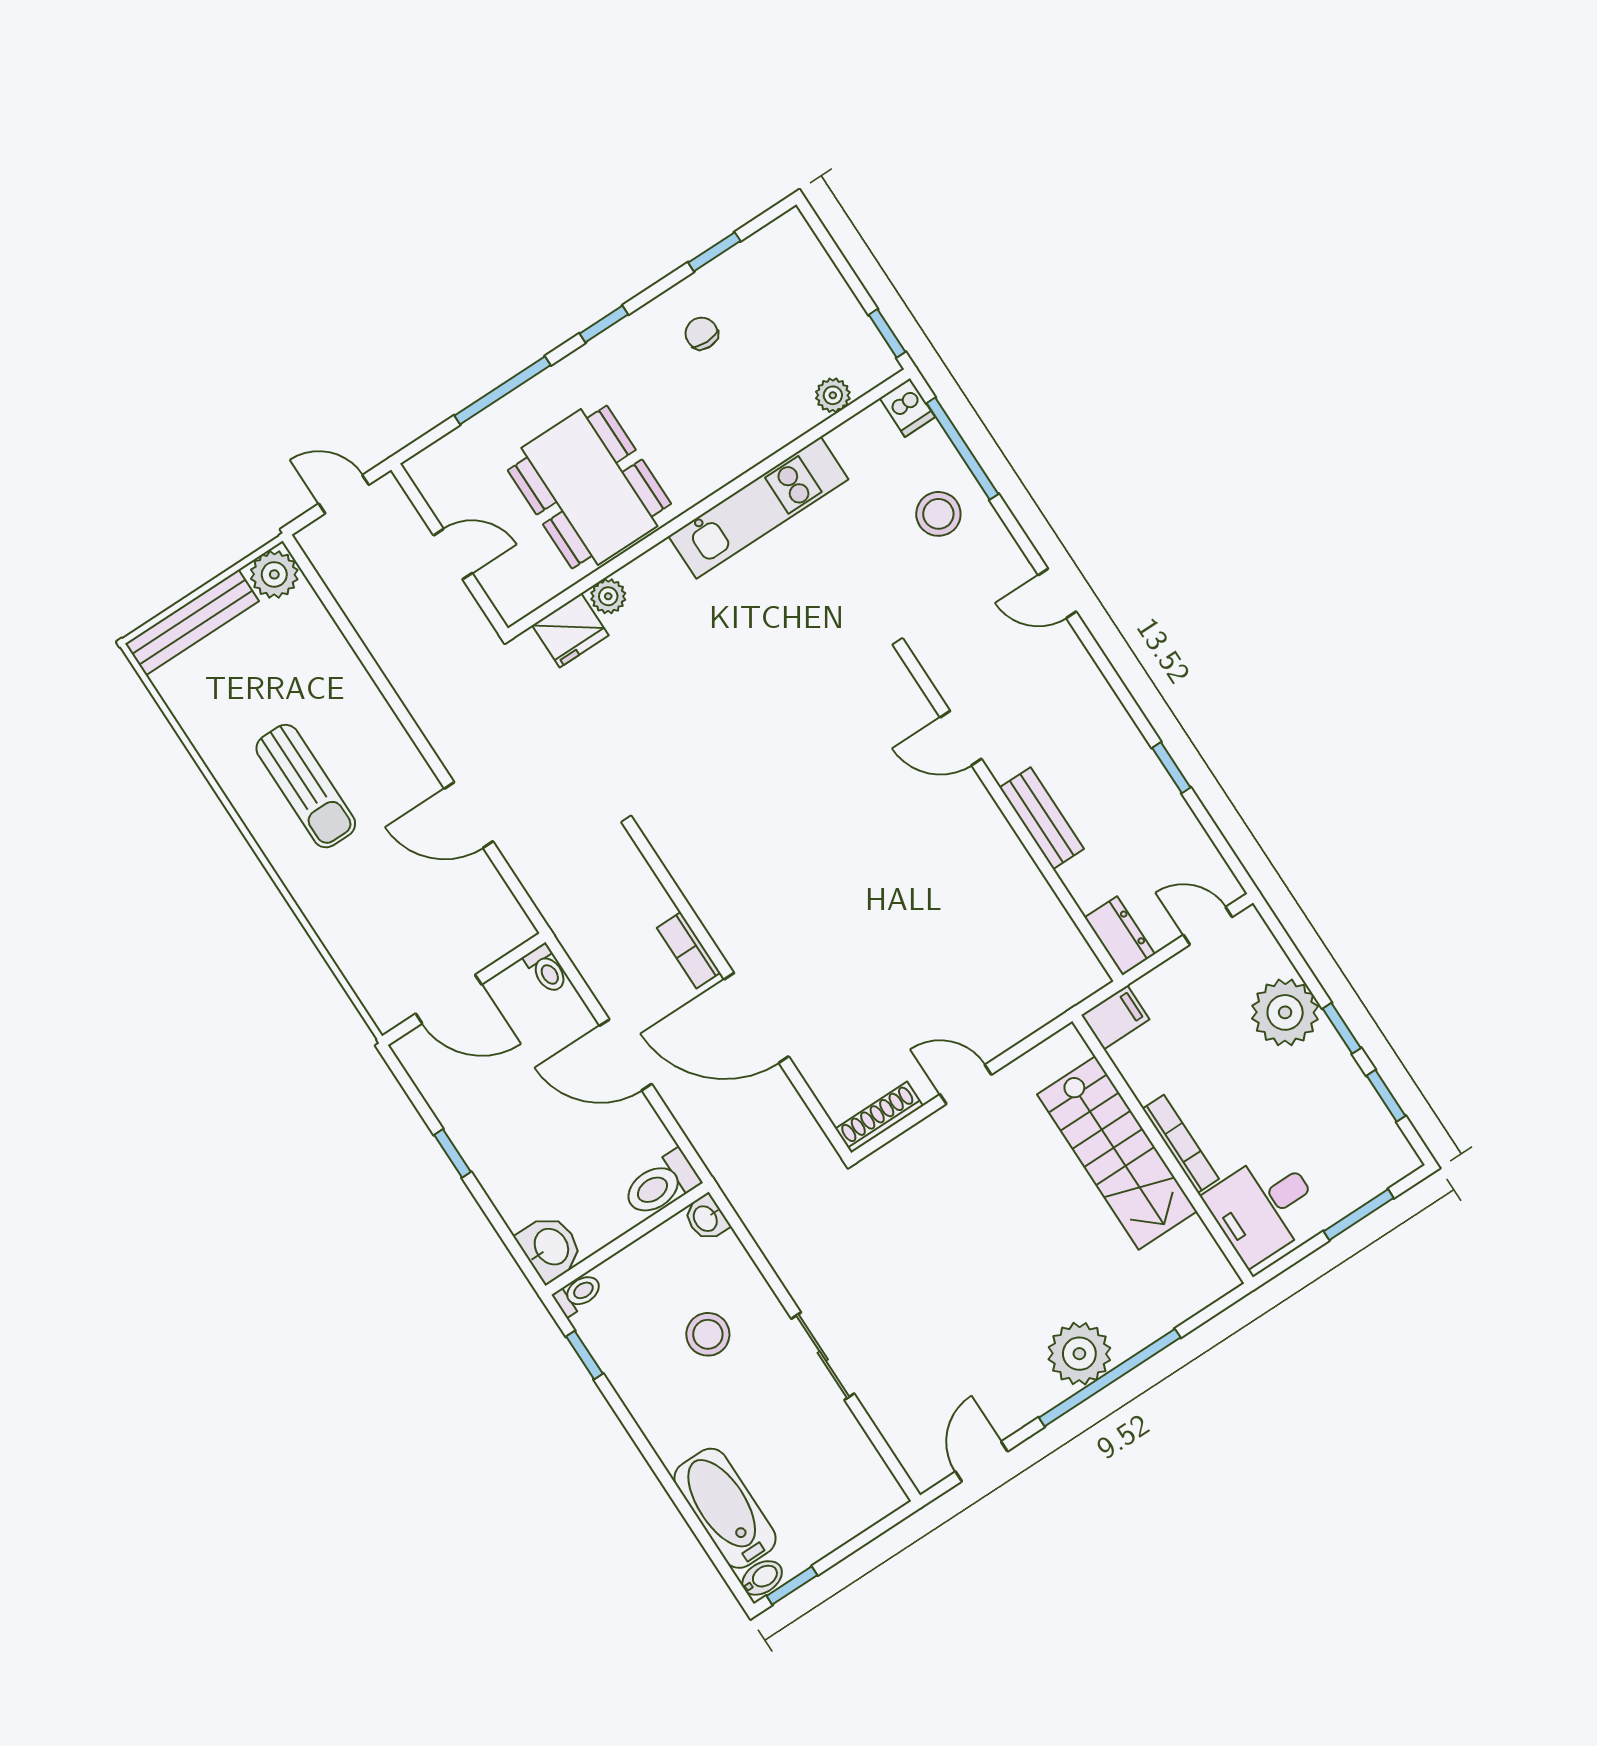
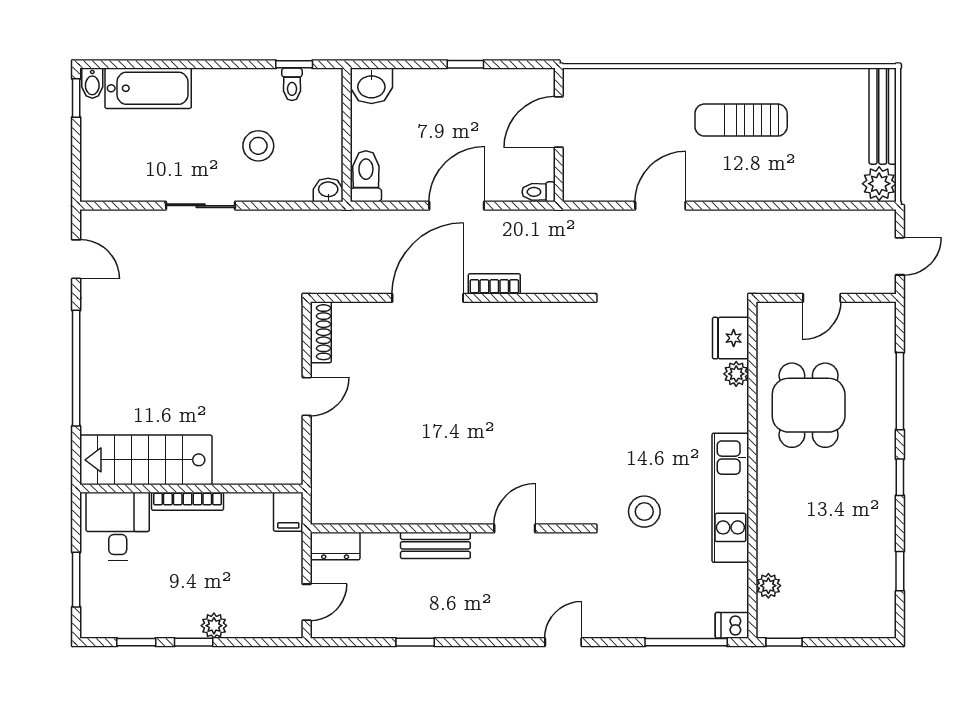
chair: (702, 333) -> (856, 532), removed
dining table: (589, 487) -> (809, 405), width x0.73
stool: (938, 514) -> (644, 512), moved
plant: (1285, 1012) -> (214, 626), width x0.53, depth x0.53
stairs: (1117, 1153) -> (146, 460), moved
toilet: (578, 1294) -> (292, 84), moved
plant: (1079, 1354) -> (102, 359), removed

